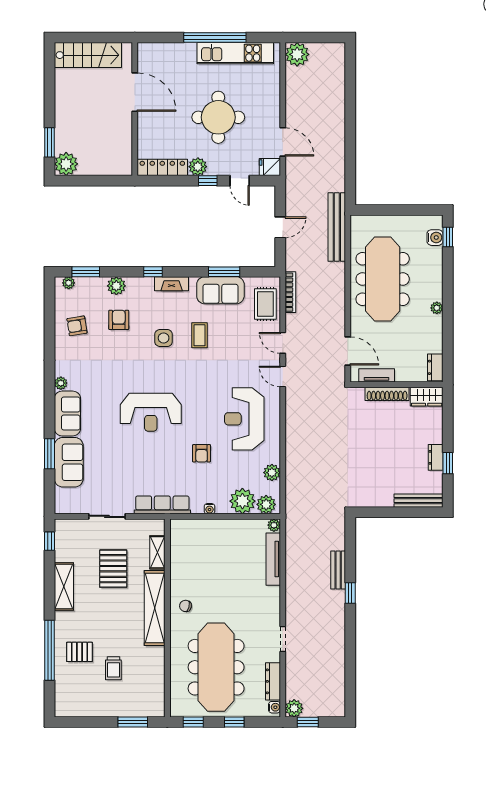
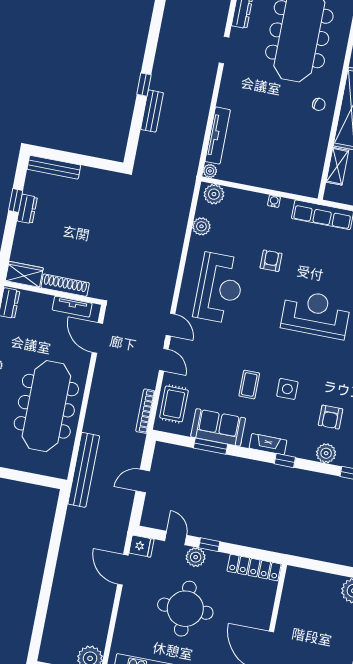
plant: (198, 167) -> (196, 557), moved
plant: (242, 501) -> (238, 203), removed

